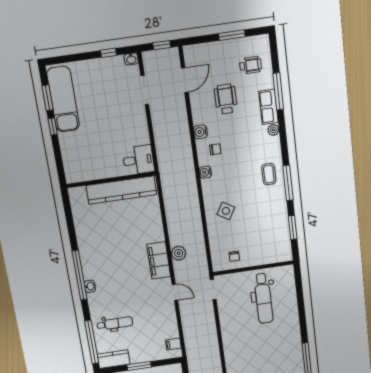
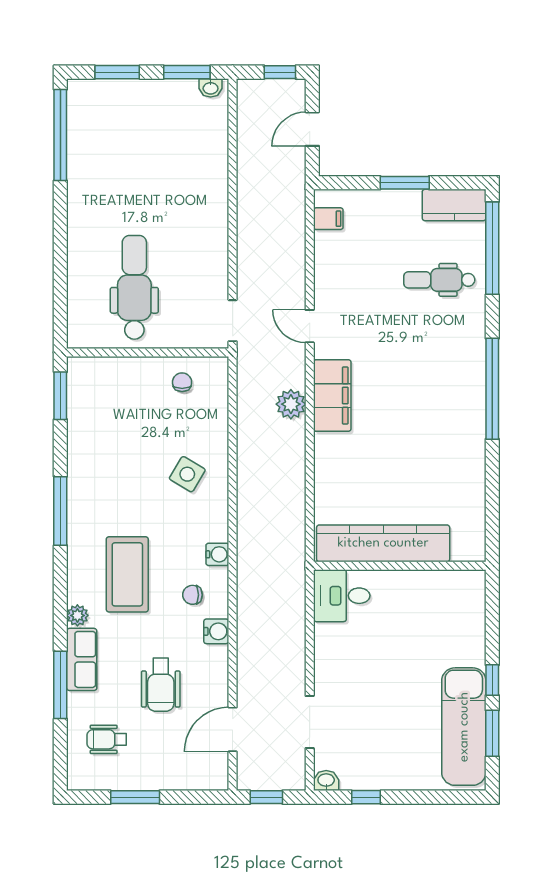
coffee table: (269, 174) -> (127, 574), moved, width x1.86, depth x1.72
window: (293, 228) -> (60, 396), moved
washbasin: (90, 286) -> (476, 363), removed

